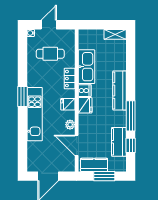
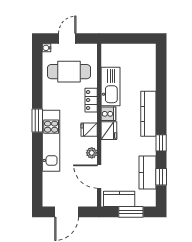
shelving: (115, 34) -> (143, 49), removed
cafe table: (50, 54) -> (69, 72), width x1.37, depth x1.35
window: (131, 116) -> (161, 143), width x0.46

